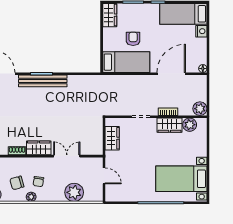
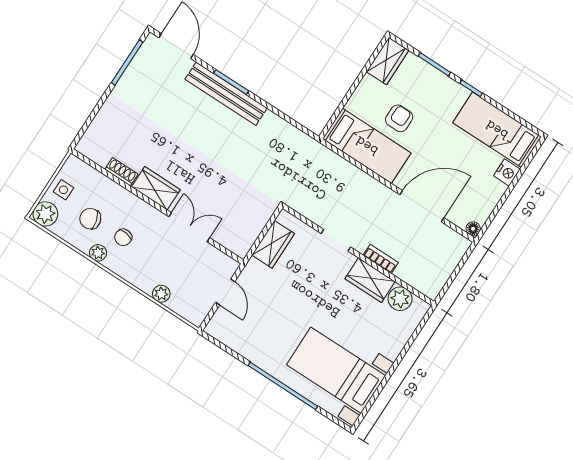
plant: (200, 109) -> (430, 285), removed
plant: (74, 192) -> (161, 294), width x0.53, depth x0.53

